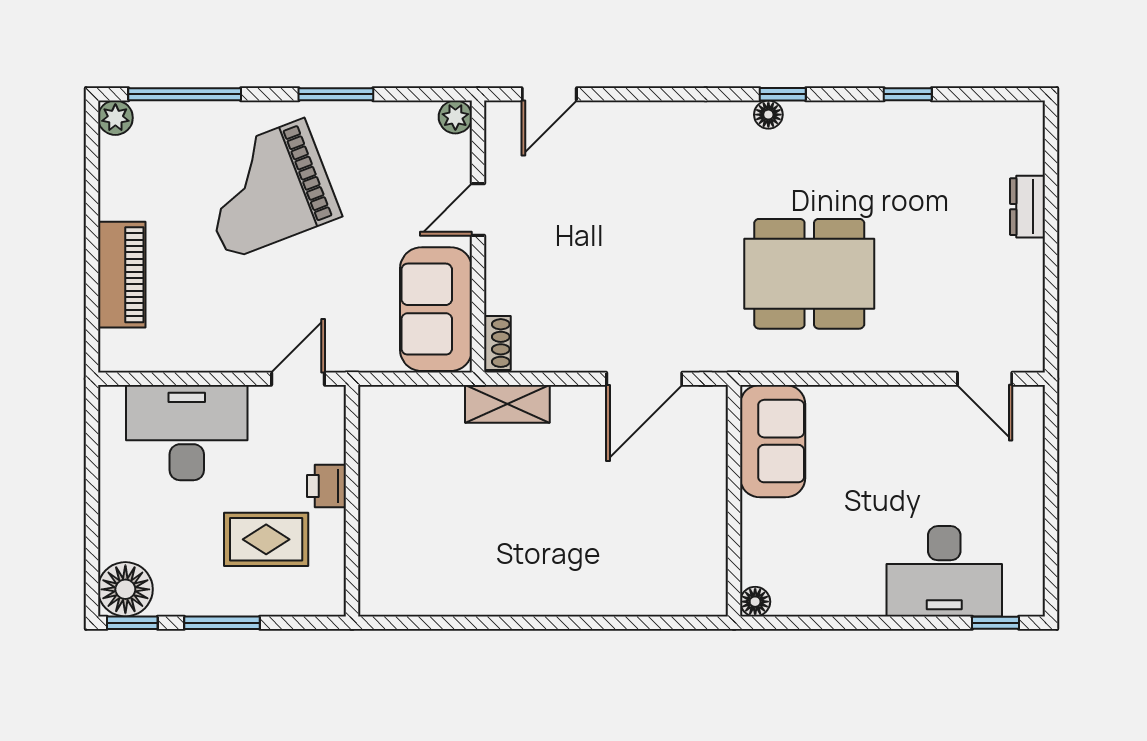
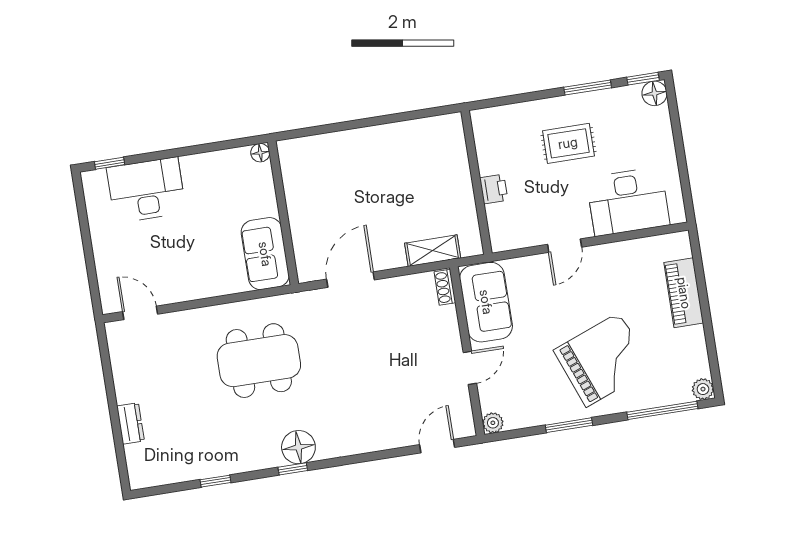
floor lamp: (768, 115) -> (298, 447), width x1.89, depth x1.89
printer: (326, 486) -> (494, 189), moved
wall: (352, 501) -> (476, 182), moved
floor lamp: (125, 589) -> (654, 93), width x0.73, depth x0.73

